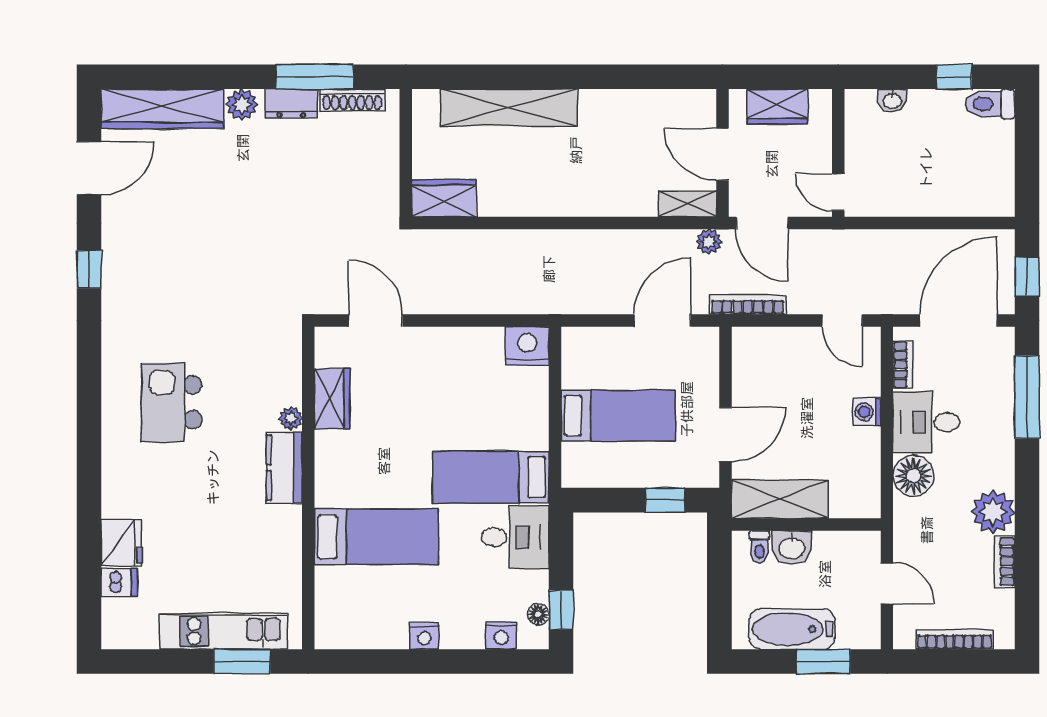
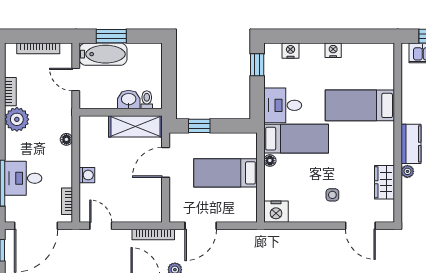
side table: (426, 376) -> (332, 195), added
desk: (926, 422) -> (23, 178), moved, turned 180
floor lamp: (913, 476) -> (66, 139), width x0.53, depth x0.53
floor lamp: (538, 614) -> (270, 160), moved
bathtub: (792, 629) -> (103, 54), moved

